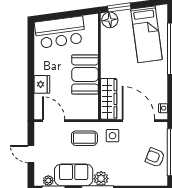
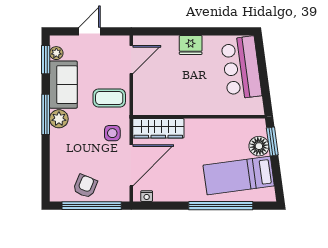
floor lamp: (110, 20) -> (259, 146), moved
booth: (85, 74) -> (189, 99), removed
fridge: (42, 84) -> (191, 45), moved
coffee table: (84, 138) -> (109, 98), turned 90

